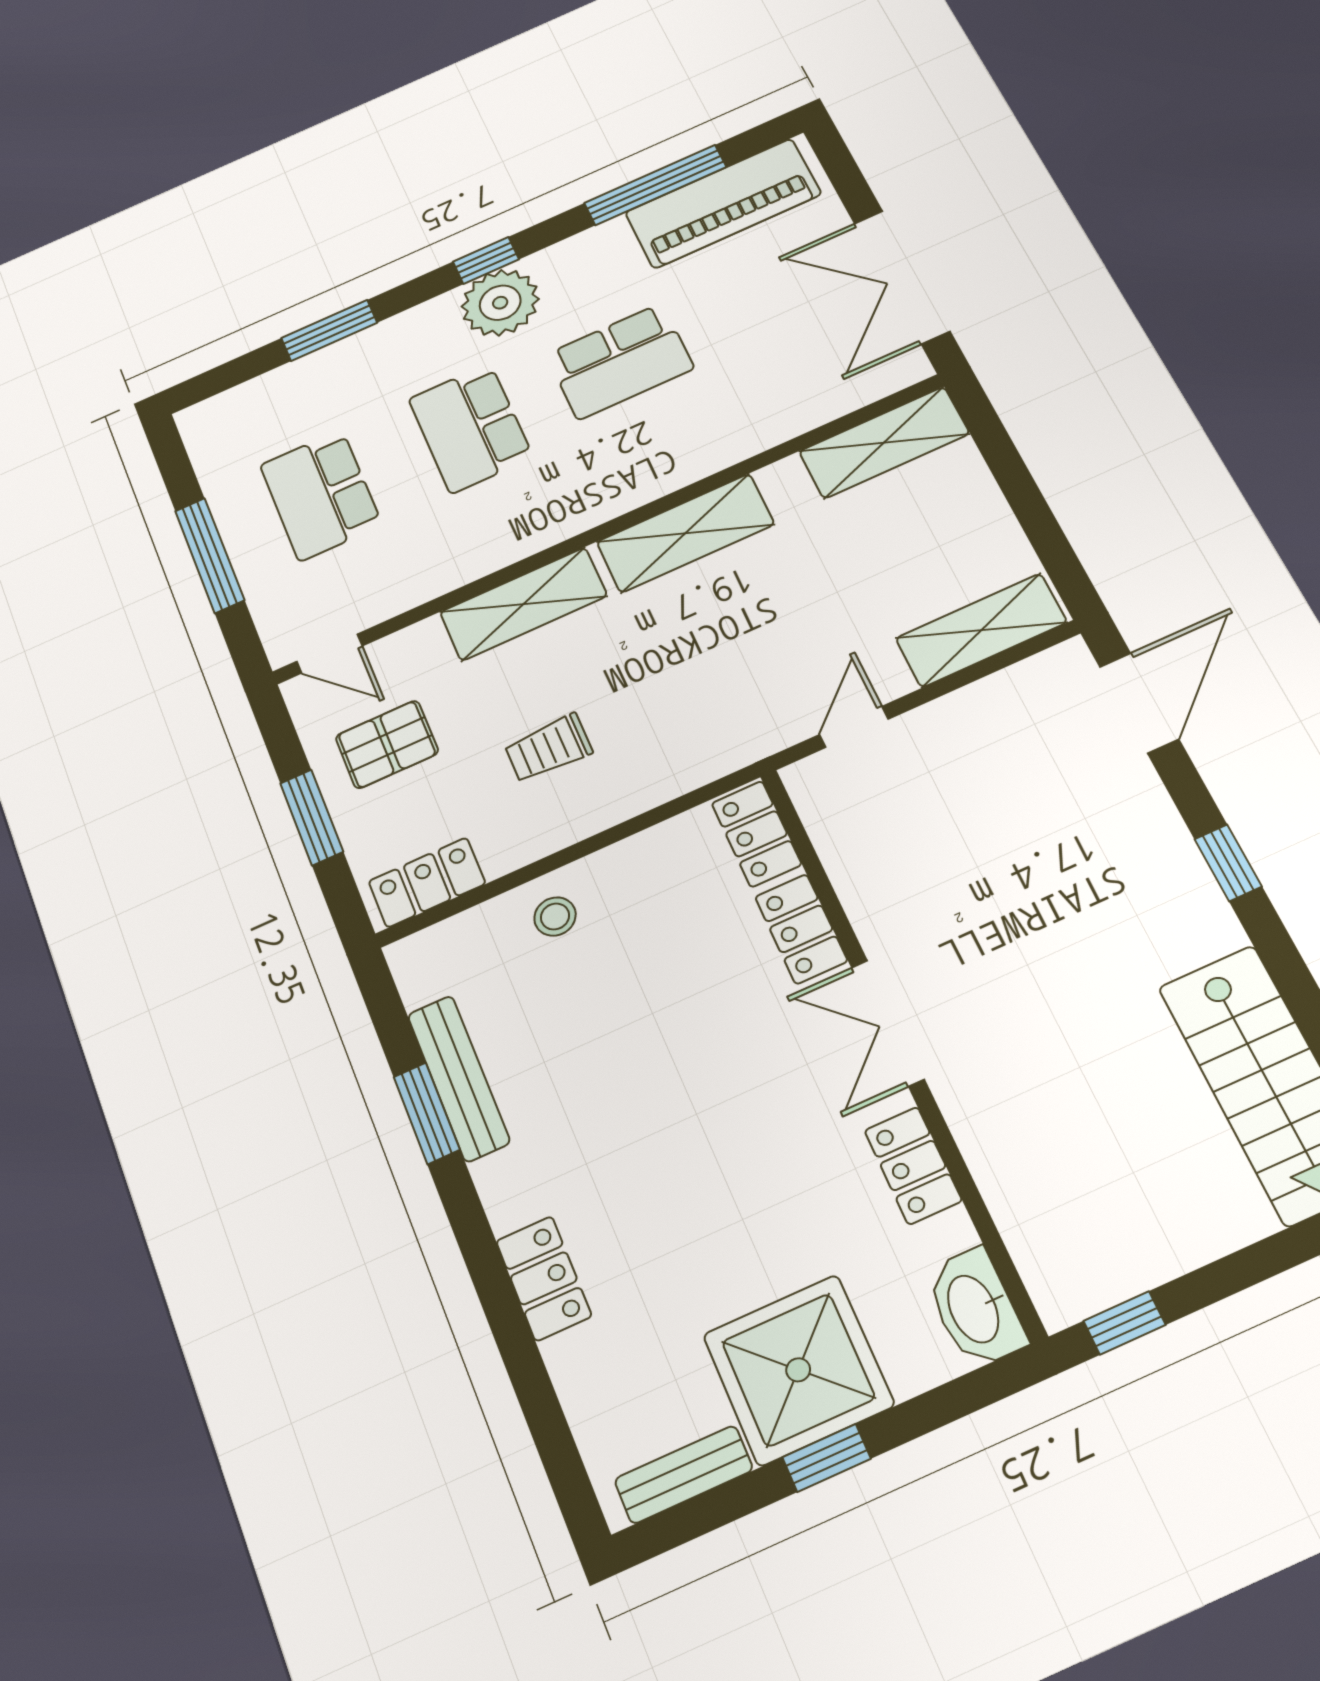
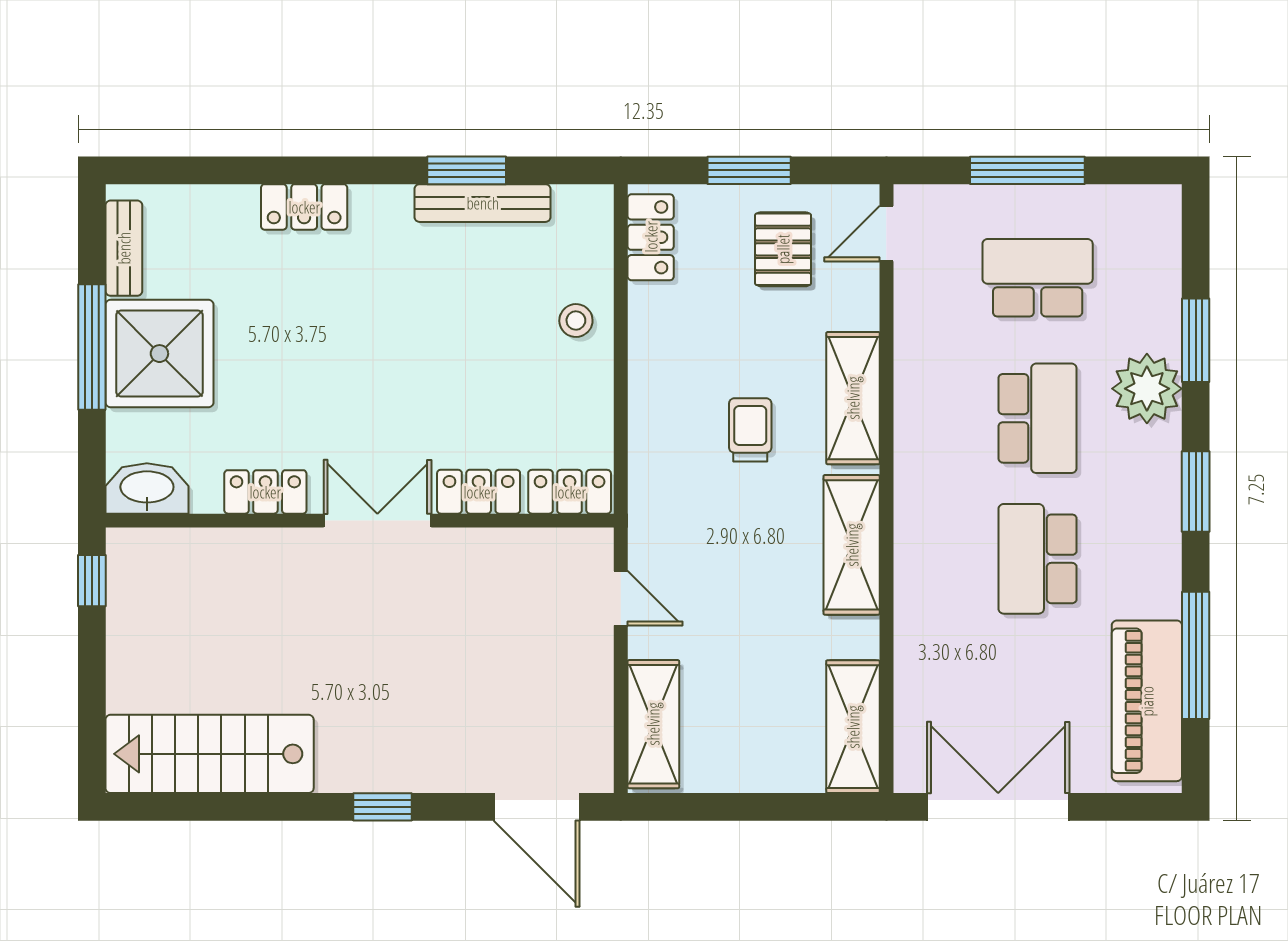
window: (486, 261) -> (1196, 492), width x1.50
plant: (500, 303) -> (1147, 389), moved
school desk: (470, 428) -> (1038, 418), turned 90
trolley: (548, 748) -> (750, 430), moved
window: (827, 1458) -> (92, 347), width x2.17

